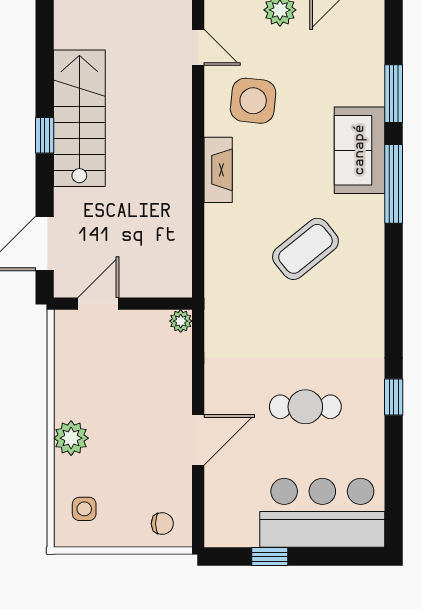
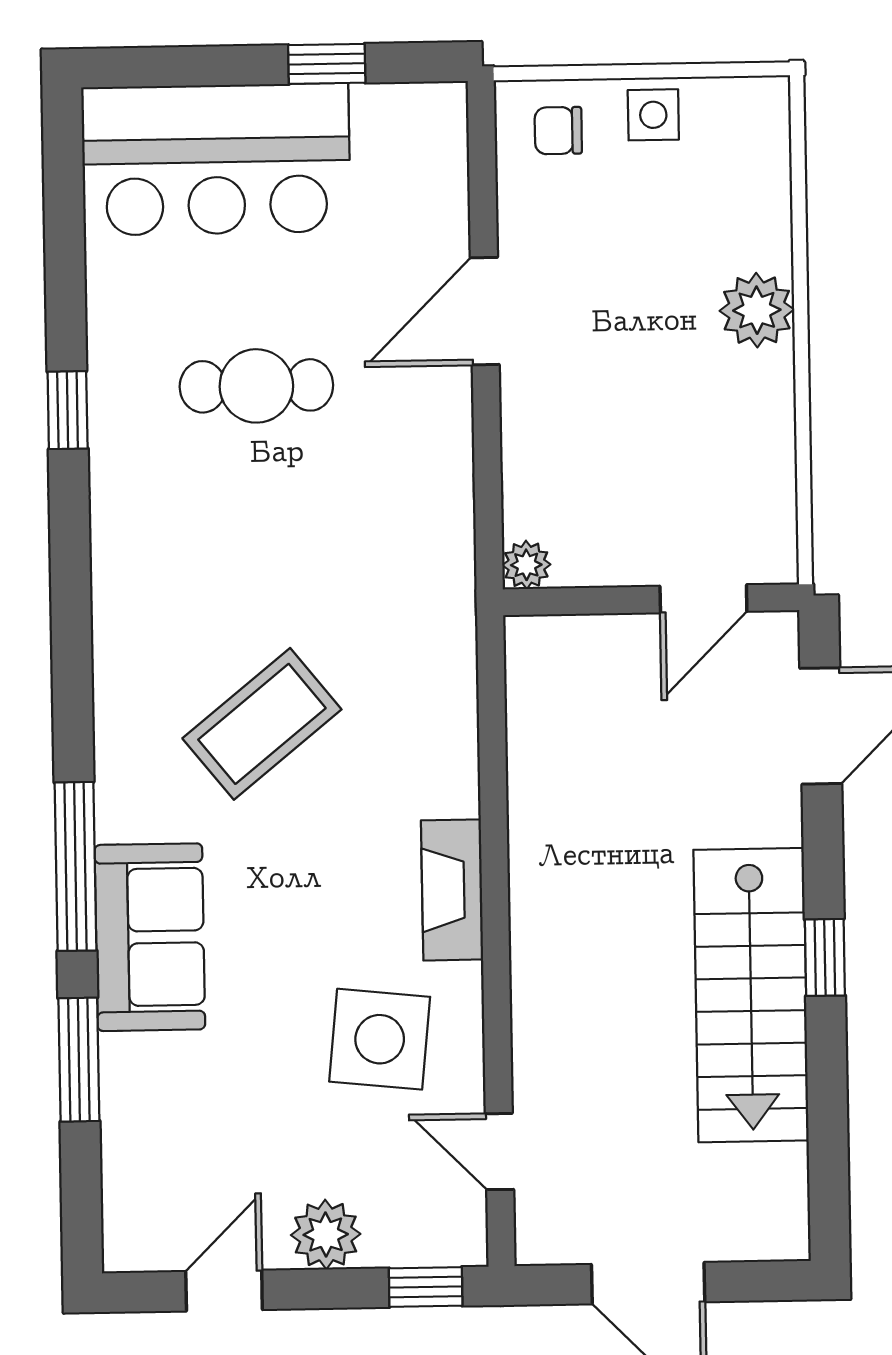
side table: (84, 509) -> (653, 115), moved

